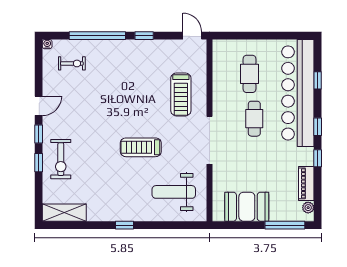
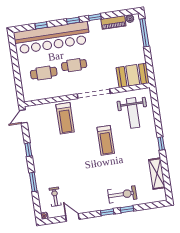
window: (97, 36) -> (33, 182), width x0.47
treadmill: (181, 94) -> (65, 118), turned 90
door: (39, 106) -> (72, 217), moved
booth: (247, 207) -> (133, 75), moved, turned 90
shelving: (64, 213) -> (157, 174), moved

